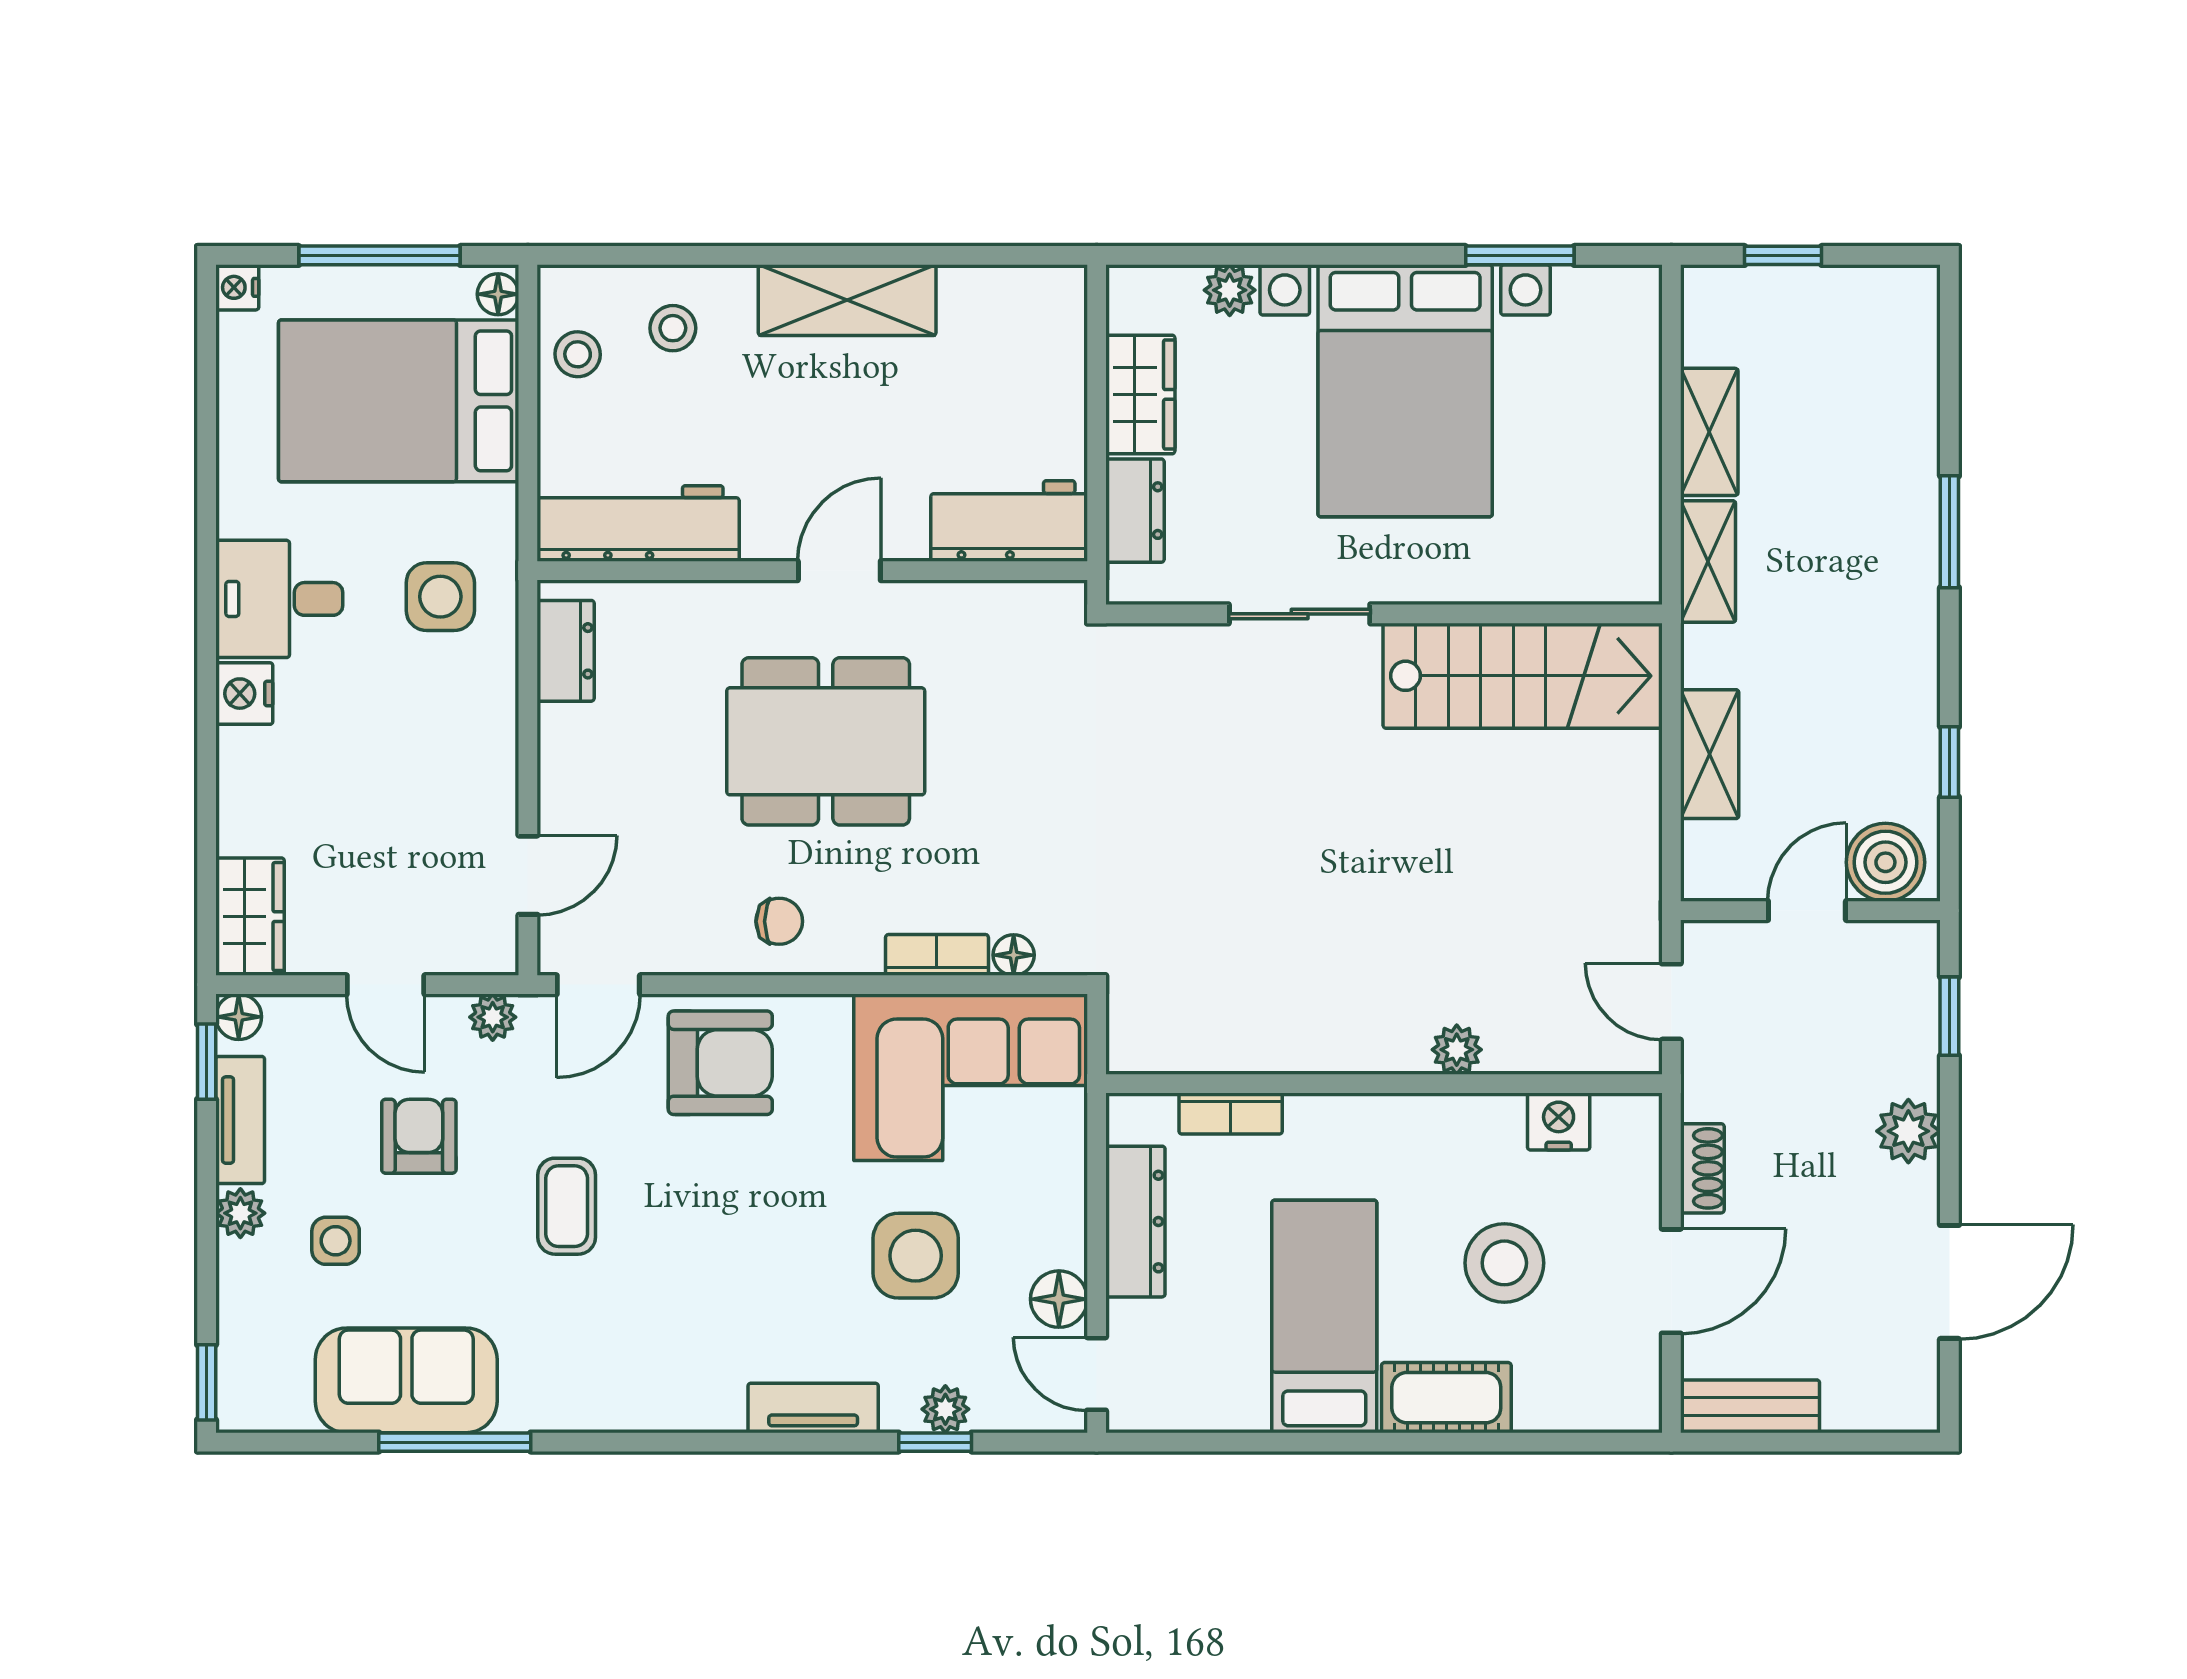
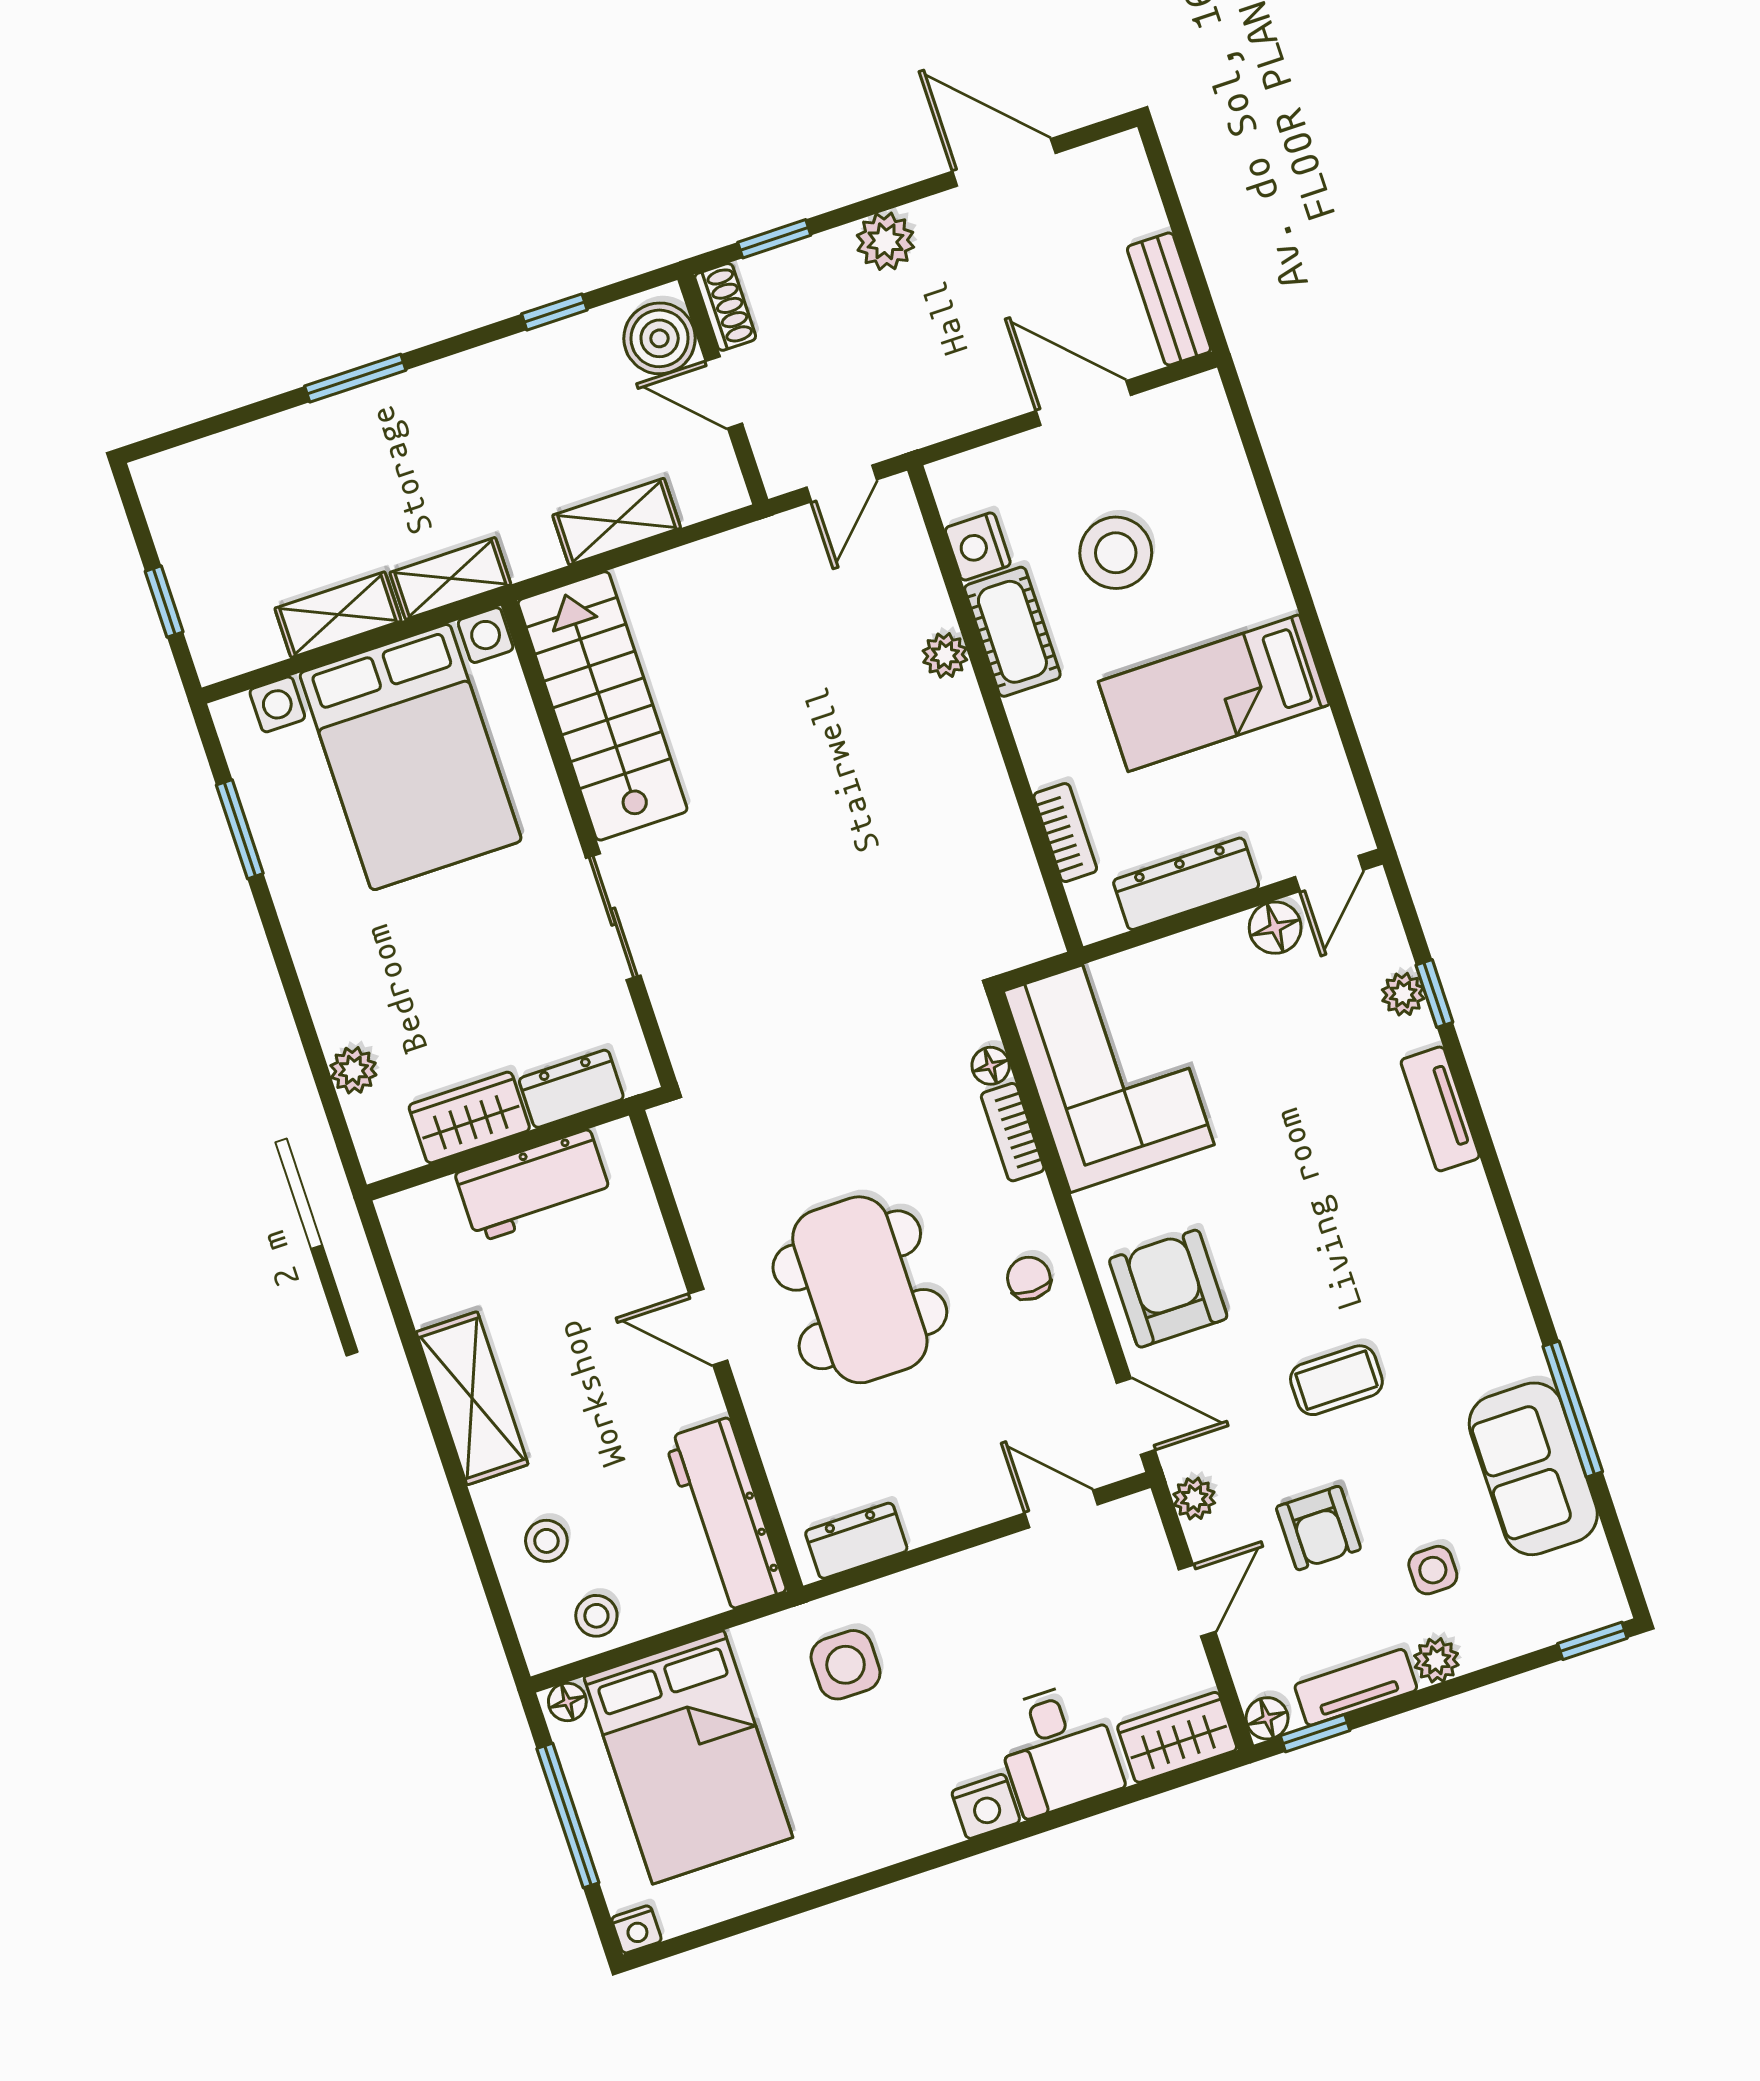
bed with nightstands: (1405, 391) -> (411, 757), moved, turned 90
workbench: (1009, 521) -> (534, 1186), moved, turned -90
desk: (279, 599) -> (1058, 1749), moved
armchair: (419, 1136) -> (1318, 1528), turned -90
shoe rack: (1702, 1168) -> (725, 307), moved, turned 90
side table: (916, 1256) -> (1279, 1064), removed
cot: (1446, 1398) -> (1012, 632), moved

